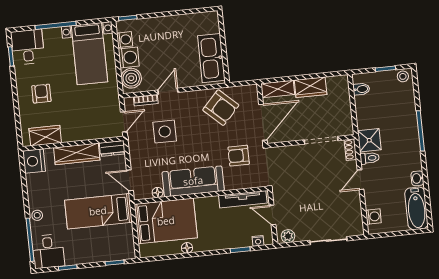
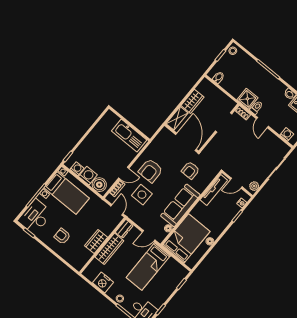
desk: (28, 47) -> (35, 217), width x1.37
door: (168, 91) -> (124, 173), swing flipped
armchair: (221, 108) -> (151, 171), moved, turned 137
wardrobe: (45, 136) -> (96, 242), moved
nightstand: (34, 161) -> (103, 282), moved

